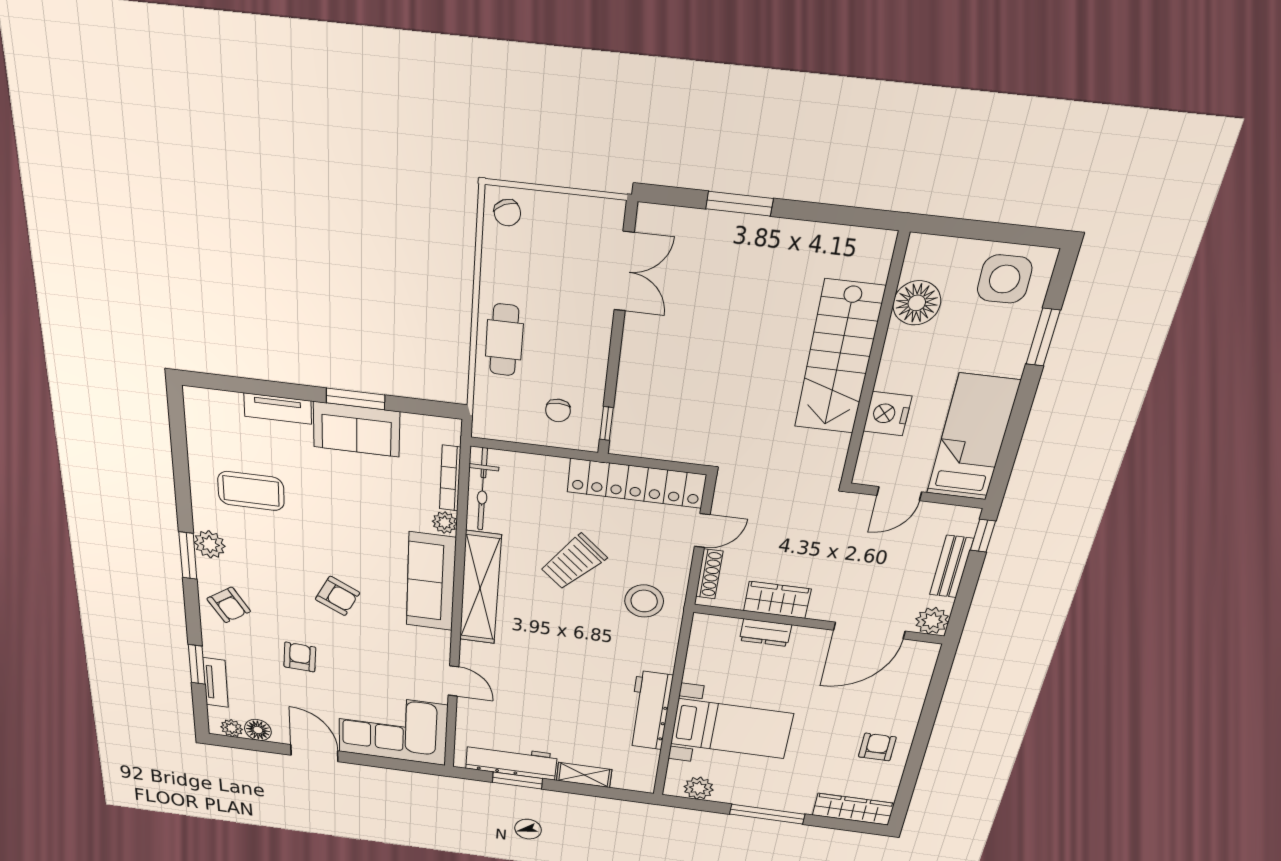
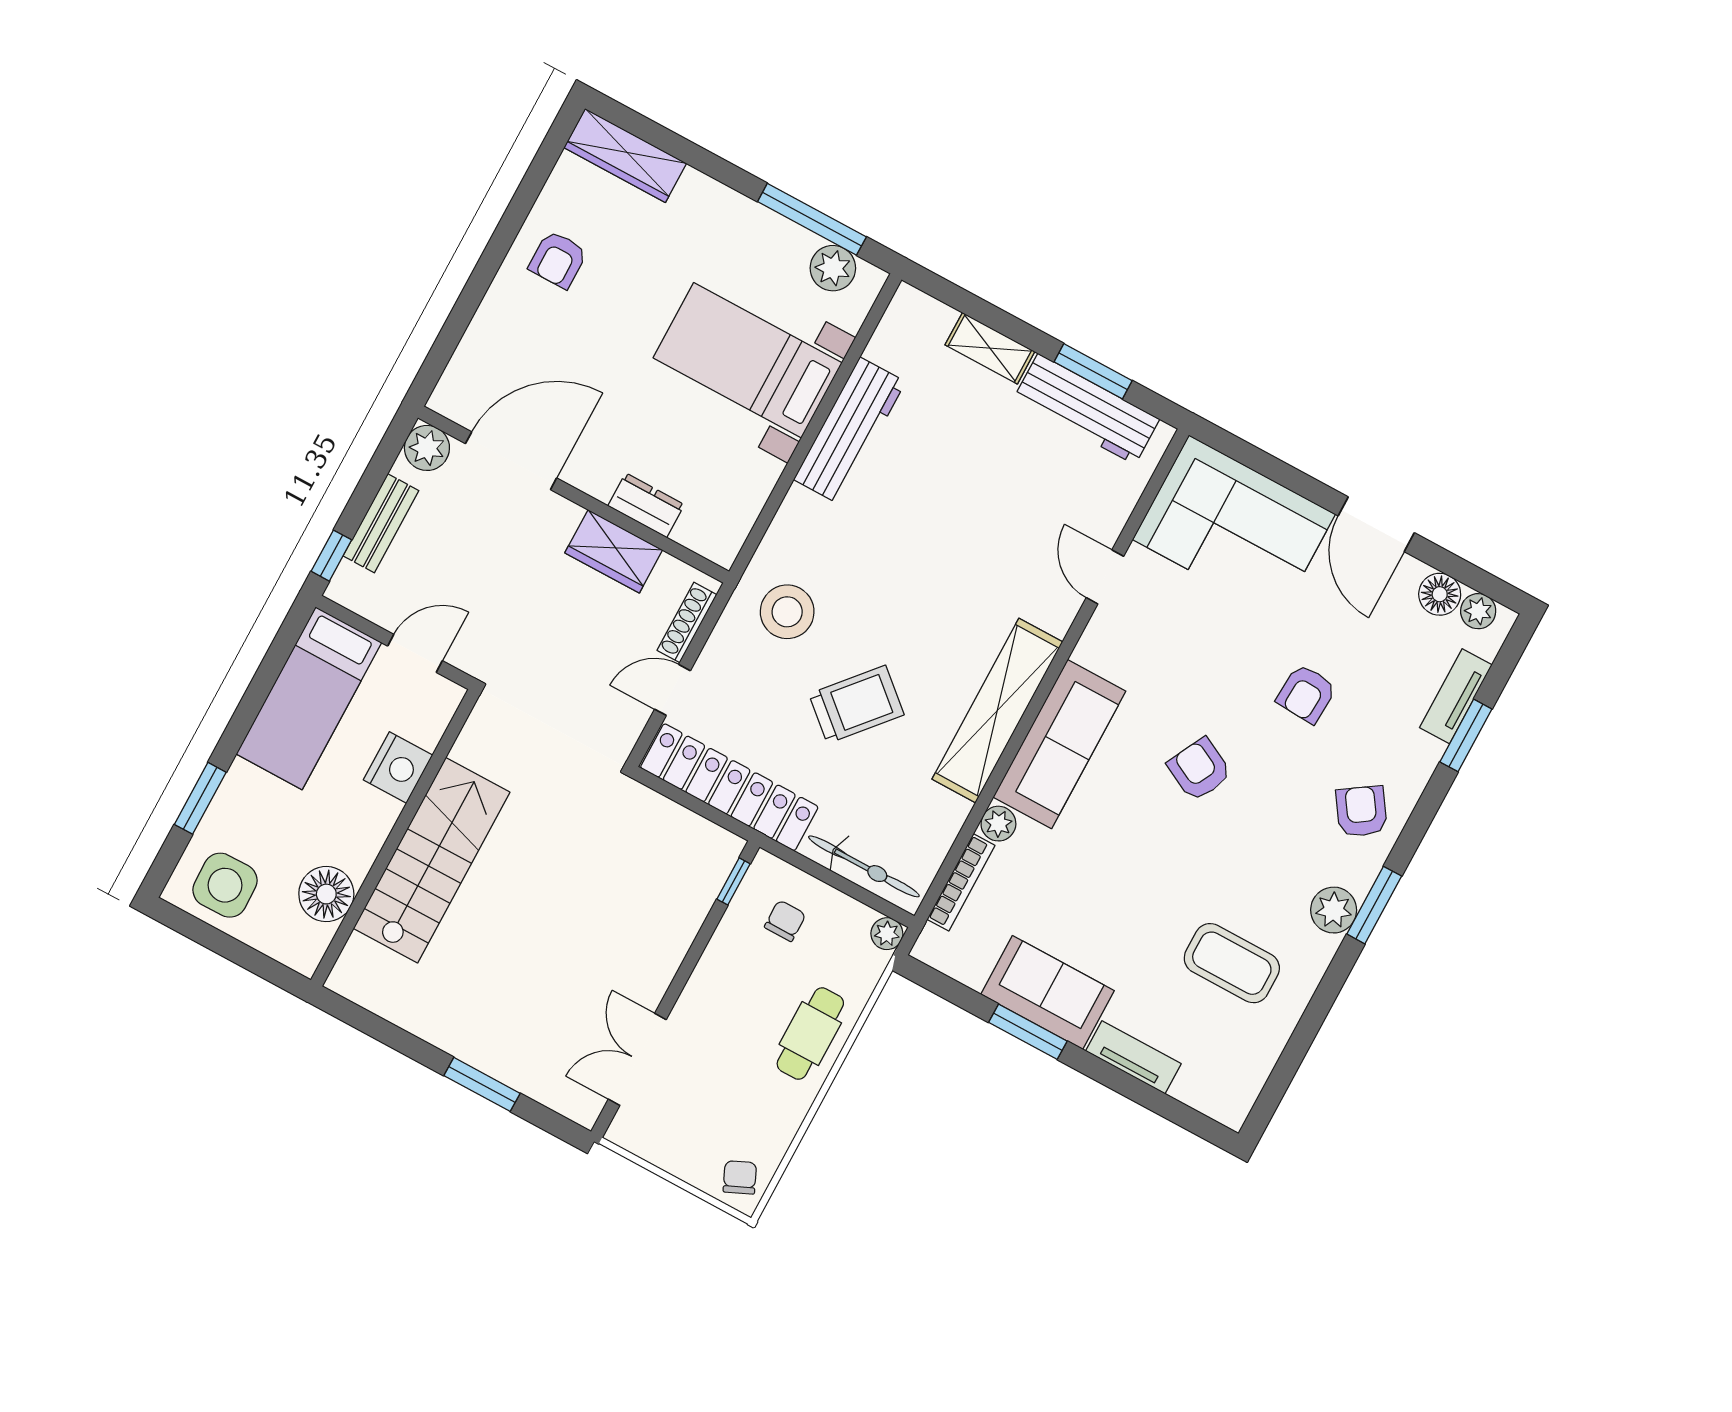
plant: (483, 428) -> (887, 934), added
bicycle: (483, 489) -> (864, 866), moved, turned 90
window: (767, 814) -> (812, 219), moved

